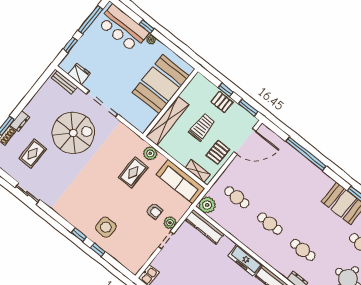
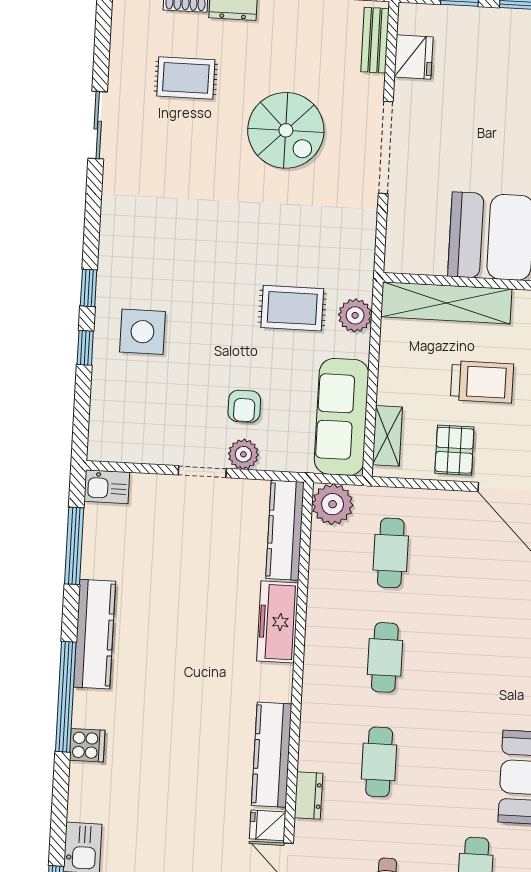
spiral stairs: (73, 133) -> (286, 130), width x0.73, depth x0.73
pallet: (218, 152) -> (454, 450), turned 90
freezer: (245, 260) -> (278, 622), moved

